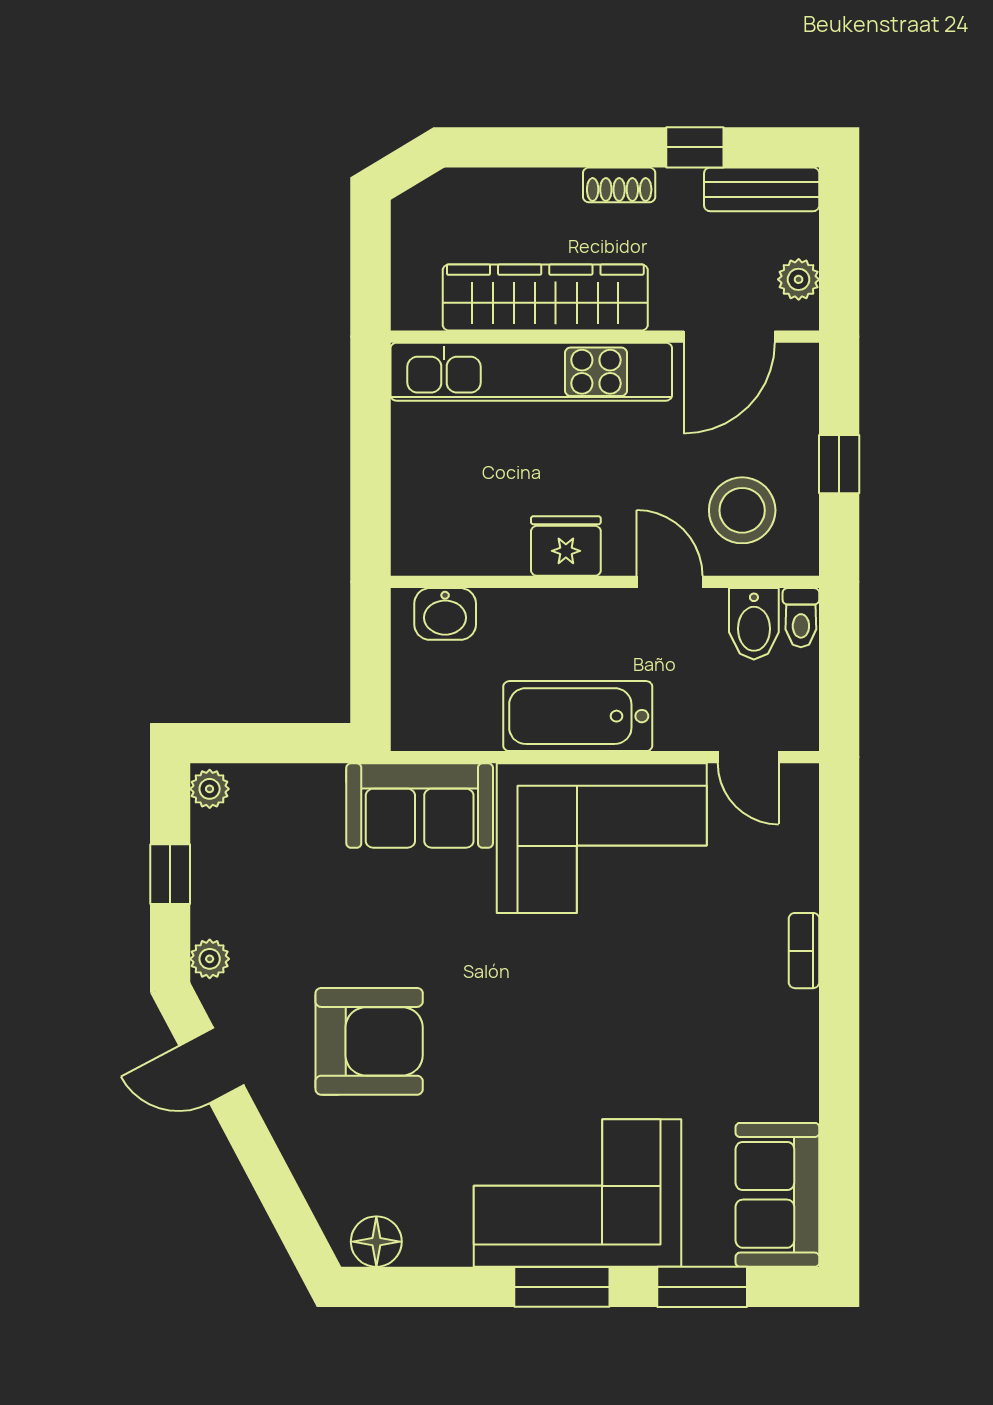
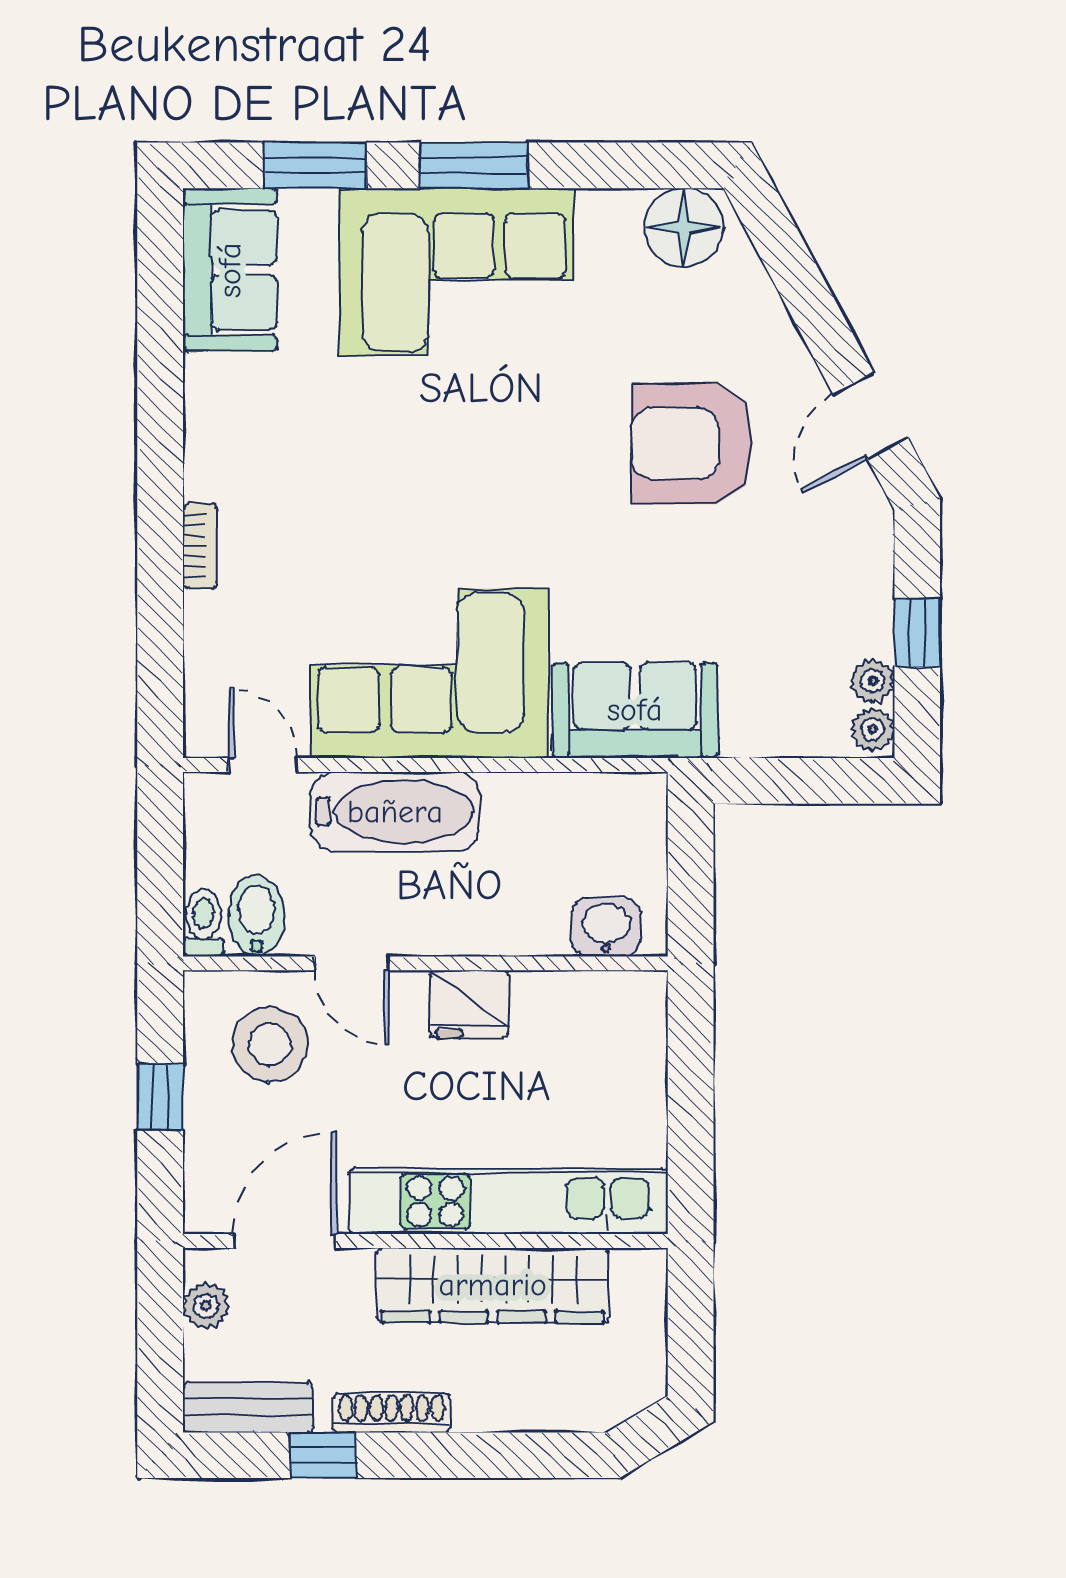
shoe rack: (619, 185) -> (392, 1413), width x1.43
bathtub: (578, 716) -> (395, 812), moved
plant: (210, 959) -> (873, 681), moved
door: (211, 1065) -> (871, 416), swing flipped
floor lamp: (376, 1242) -> (684, 227), width x1.38, depth x1.38

